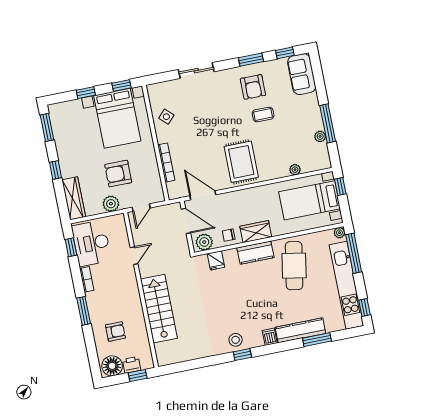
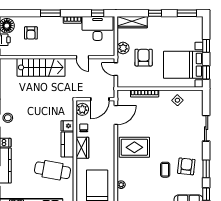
armchair: (253, 87) -> (186, 166), turned 96
fridge: (216, 260) -> (67, 126), moved

